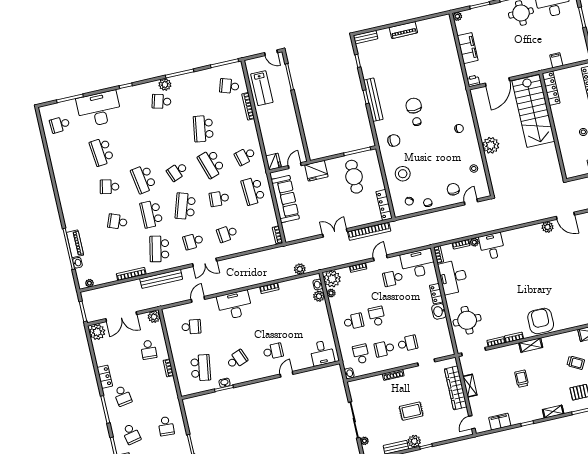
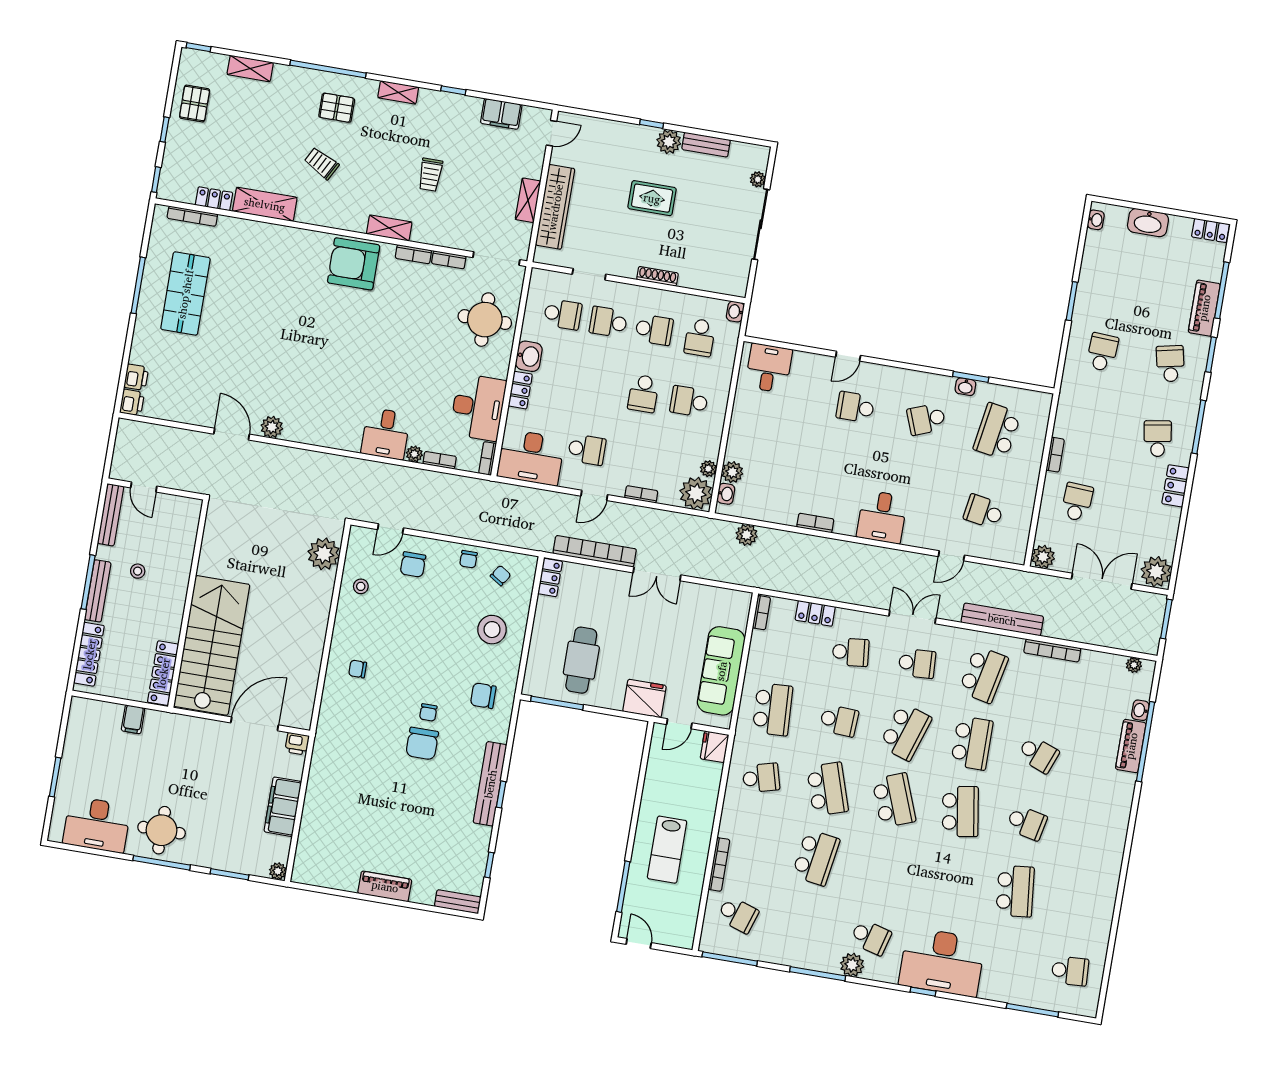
lab bench: (262, 88) -> (667, 850), moved, turned 180
desk: (99, 109) -> (942, 962), moved
plant: (491, 145) -> (324, 554), moved
school desk: (177, 171) -> (894, 800), width x1.85
locker: (384, 205) -> (550, 578), width x0.66
locker: (252, 245) -> (815, 613), added
desk: (235, 305) -> (882, 517), width x0.73
armchair: (541, 321) -> (354, 264), turned 90
school desk: (431, 338) -> (563, 314), added

